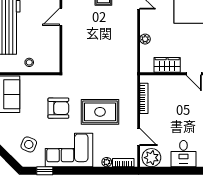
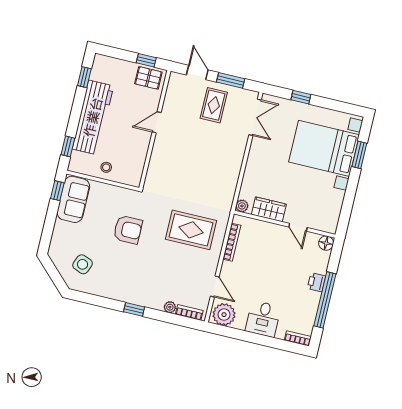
plant: (145, 39) -> (242, 206), moved
rug: (100, 112) -> (191, 230), moved
corner sofa: (69, 150) -> (129, 282), removed
window: (45, 171) -> (134, 309), moved

